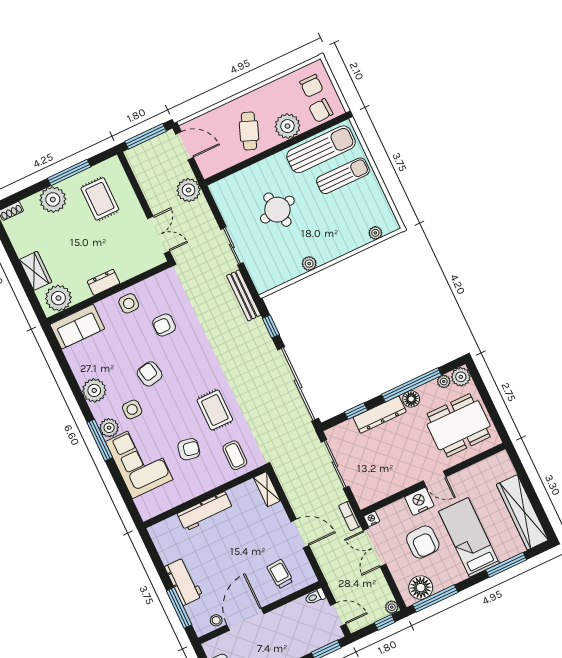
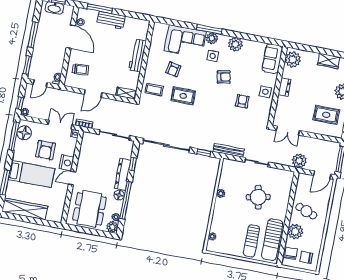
wardrobe: (36, 271) -> (329, 61), moved
armchair: (423, 542) -> (46, 150), turned -90

